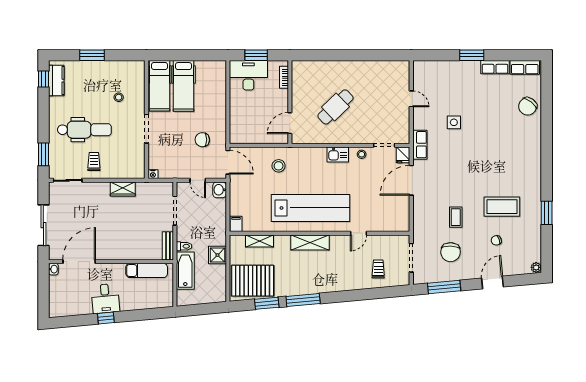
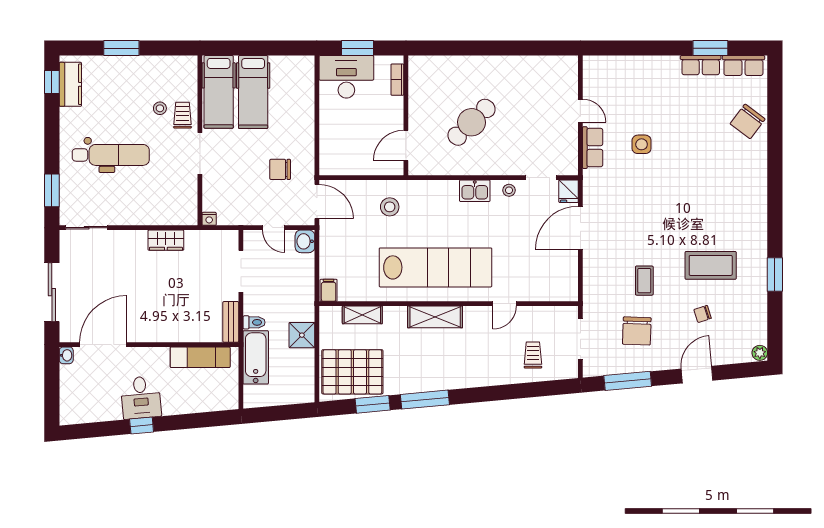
window: (472, 55) -> (710, 48), moved
row of seats: (420, 145) -> (593, 148), moved
trolley: (94, 162) -> (182, 115), moved

